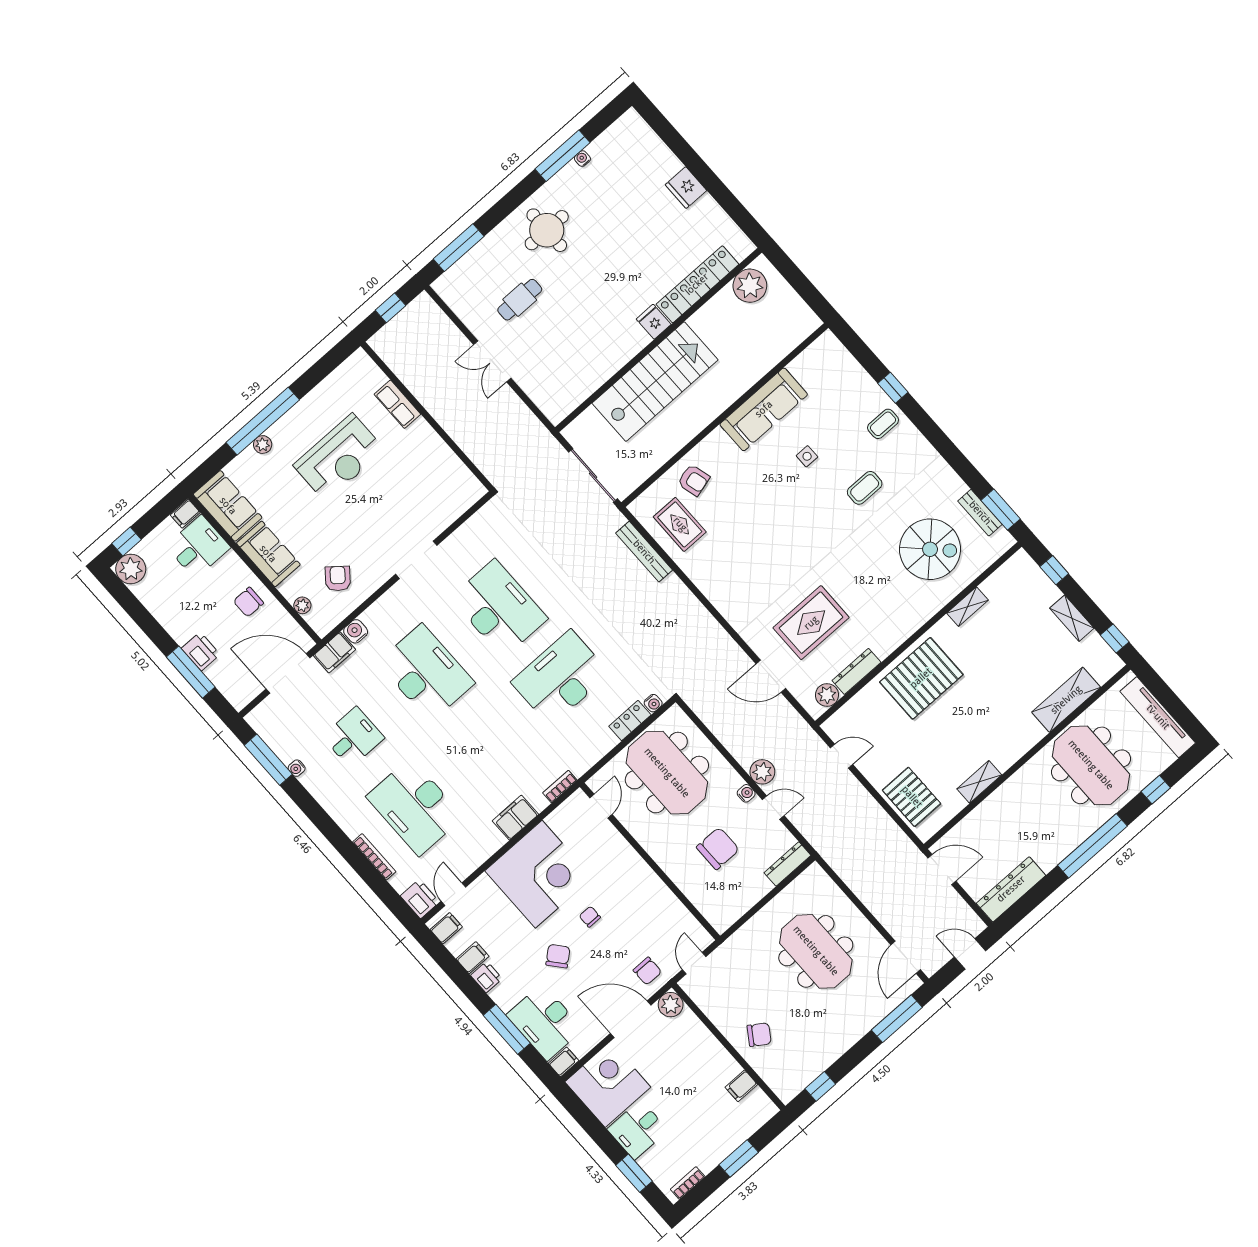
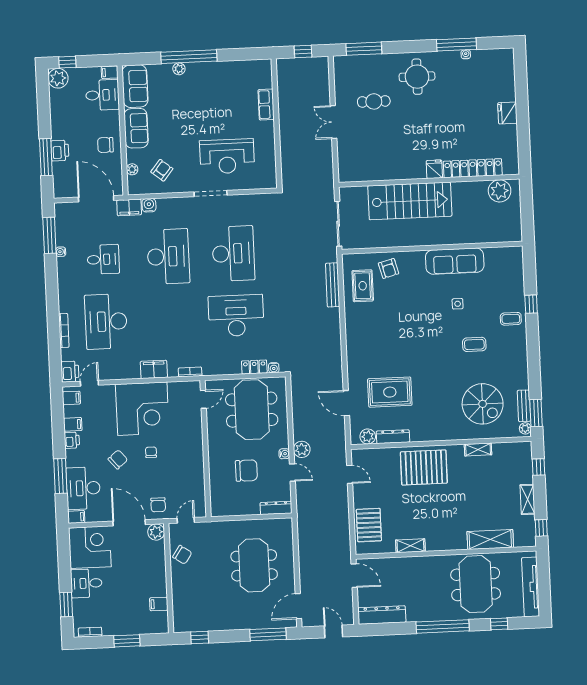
reception desk: (339, 457) -> (227, 156), moved
plant: (1003, 538) -> (525, 428), added
chair: (759, 1035) -> (182, 555), moved

